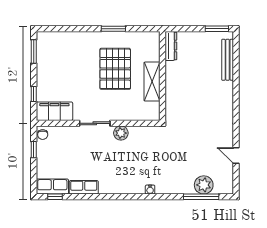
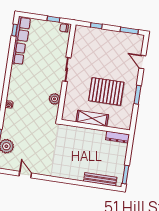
door: (71, 29) -> (142, 62), added
filing cabinet: (54, 111) -> (81, 40), removed
plant: (121, 133) -> (55, 99), moved
door: (236, 156) -> (25, 175), hinge flipped

